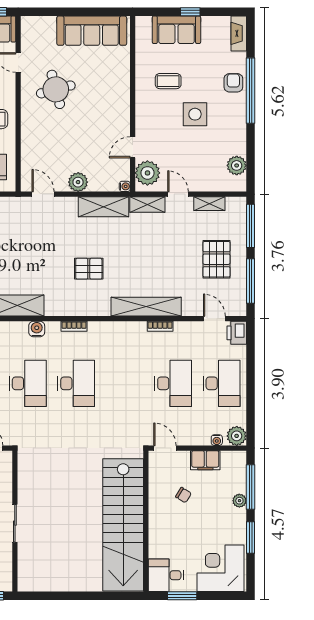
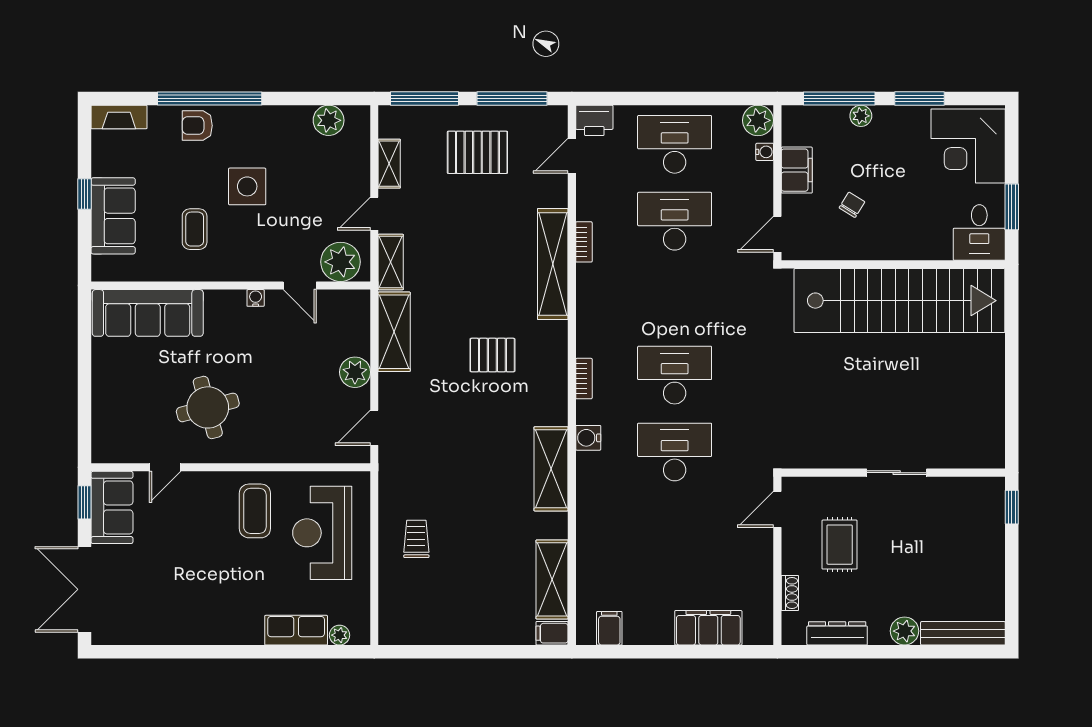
sofa: (92, 31) -> (148, 313), moved, turned 90
water cooler: (125, 186) -> (256, 298), moved
pallet: (89, 269) -> (492, 355), turned 90

